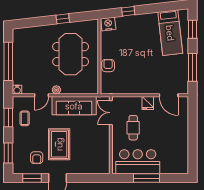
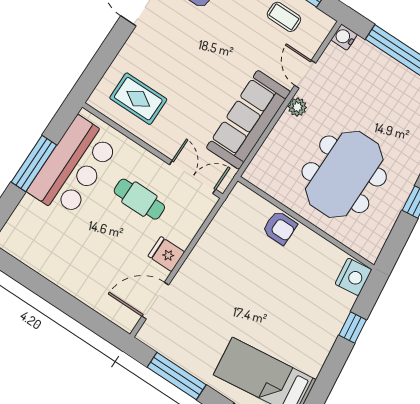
meeting table: (71, 54) -> (344, 174), turned 90
rug: (59, 144) -> (138, 99), moved, width x0.73, depth x0.70

